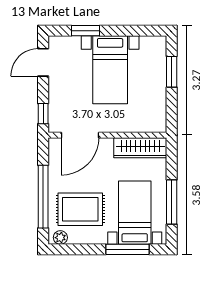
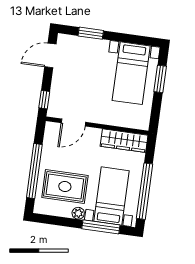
bed with nightstands: (110, 70) -> (131, 73), moved
door: (80, 135) -> (73, 123), width x0.73
window: (172, 202) -> (145, 191), width x1.46
plant: (60, 238) -> (78, 213), moved

